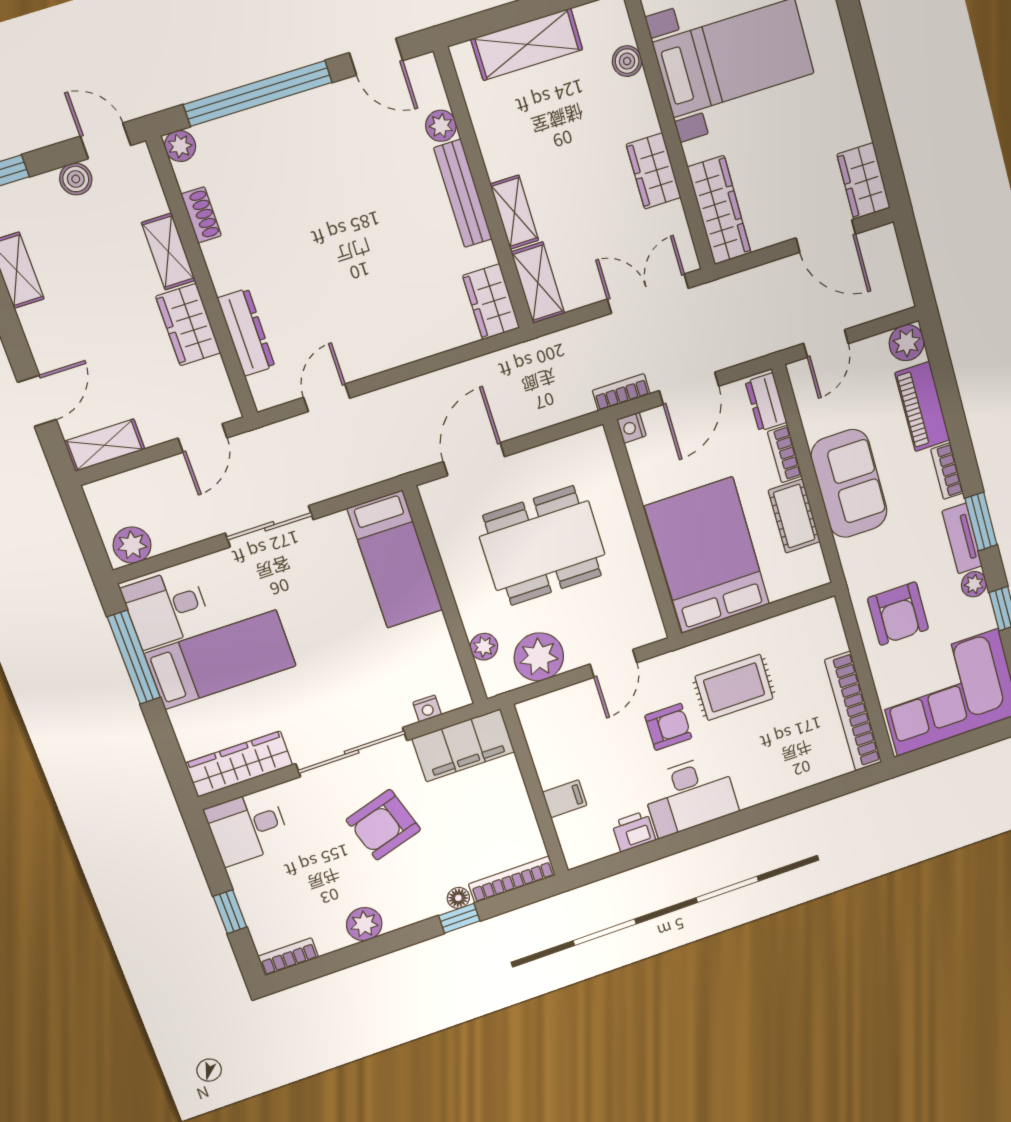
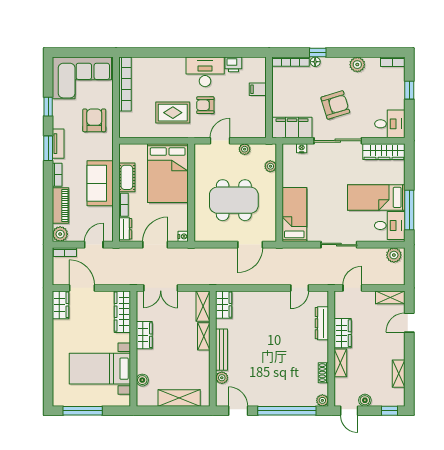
bookcase: (621, 392) -> (65, 252), moved
plant: (974, 584) -> (58, 122), removed
plant: (539, 657) -> (245, 149), width x0.53, depth x0.53

